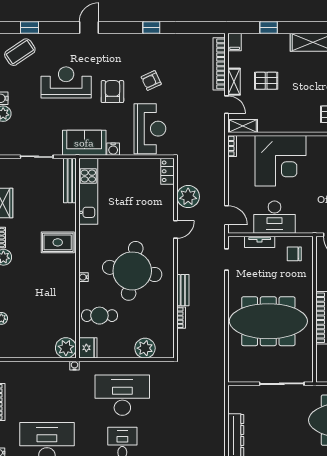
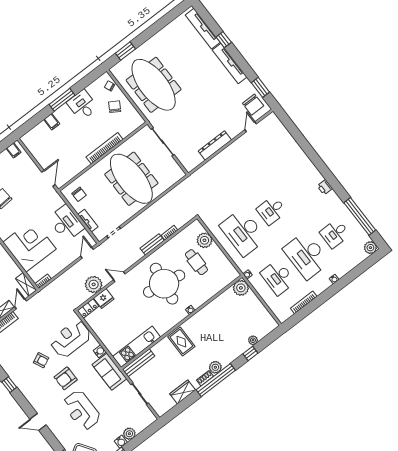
cafe table: (99, 316) -> (196, 262), moved
fridge: (88, 348) -> (104, 299), moved, turned 180
desk: (47, 395) -> (278, 277), added

